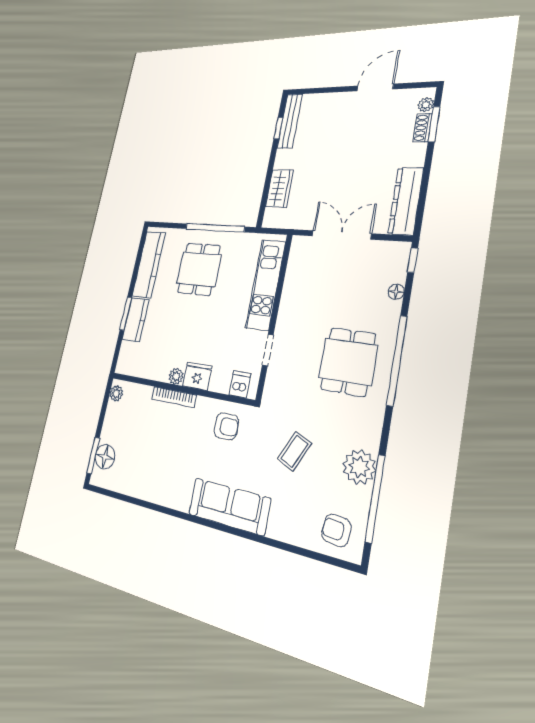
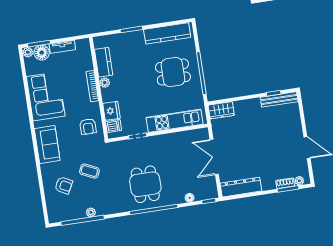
wardrobe: (279, 188) -> (221, 110), moved
double door: (341, 235) -> (214, 157), swing flipped
kitchen counter: (136, 320) -> (104, 62), moved, turned -90
dining table: (348, 362) -> (145, 184), turned 90
fridge: (197, 376) -> (111, 111), moved
plant: (116, 393) -> (28, 52), moved
tv unit: (109, 422) -> (62, 47), added
plant: (359, 467) -> (91, 212), width x0.53, depth x0.53
corner sofa: (161, 477) -> (46, 96), added
sofa: (229, 506) -> (47, 144), width x0.73
armchair: (336, 530) -> (64, 185), moved, turned 112

